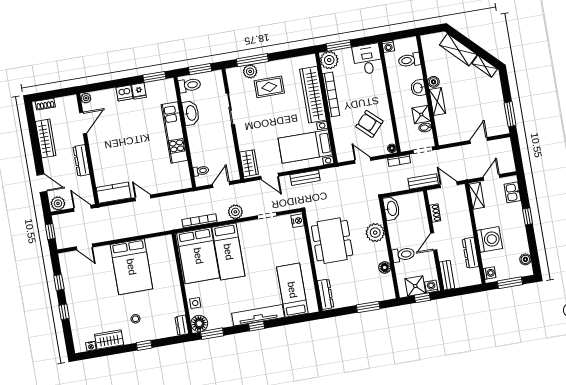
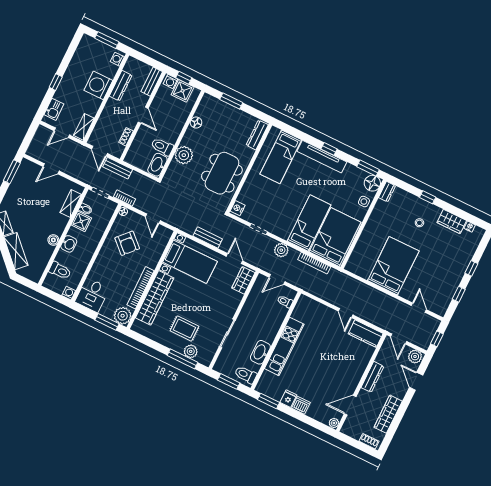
shelving: (437, 102) -> (71, 204), moved
door: (434, 242) -> (143, 115), hinge flipped
toilet: (403, 254) -> (162, 147), moved
boiler: (525, 259) -> (82, 50), removed

